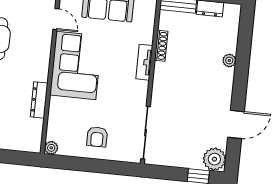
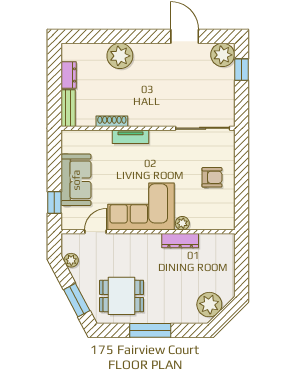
plant: (229, 60) -> (120, 56), width x1.87, depth x1.87
plant: (51, 148) -> (182, 223), moved

